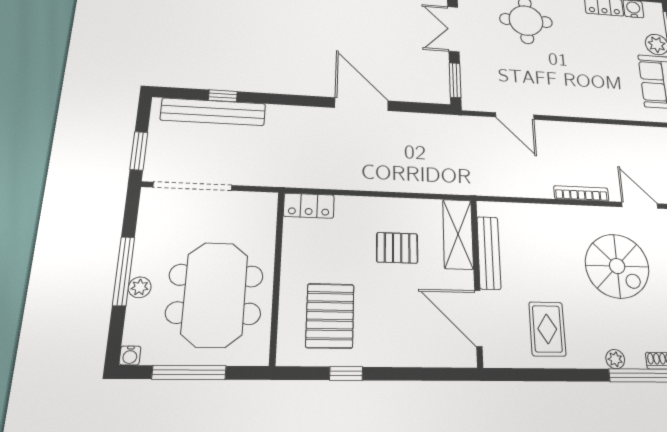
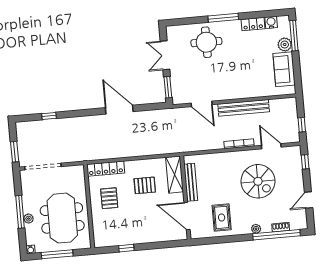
bench: (213, 112) -> (244, 108), moved
locker: (309, 206) -> (106, 169), width x1.53
pallet: (330, 316) -> (109, 198), moved, width x0.67, depth x0.71

